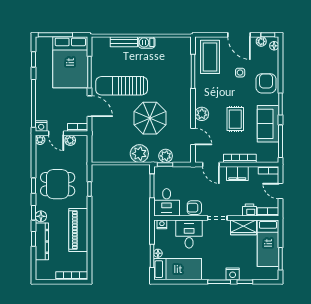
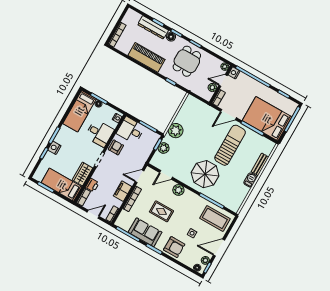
parasol: (150, 118) -> (205, 174), moved

